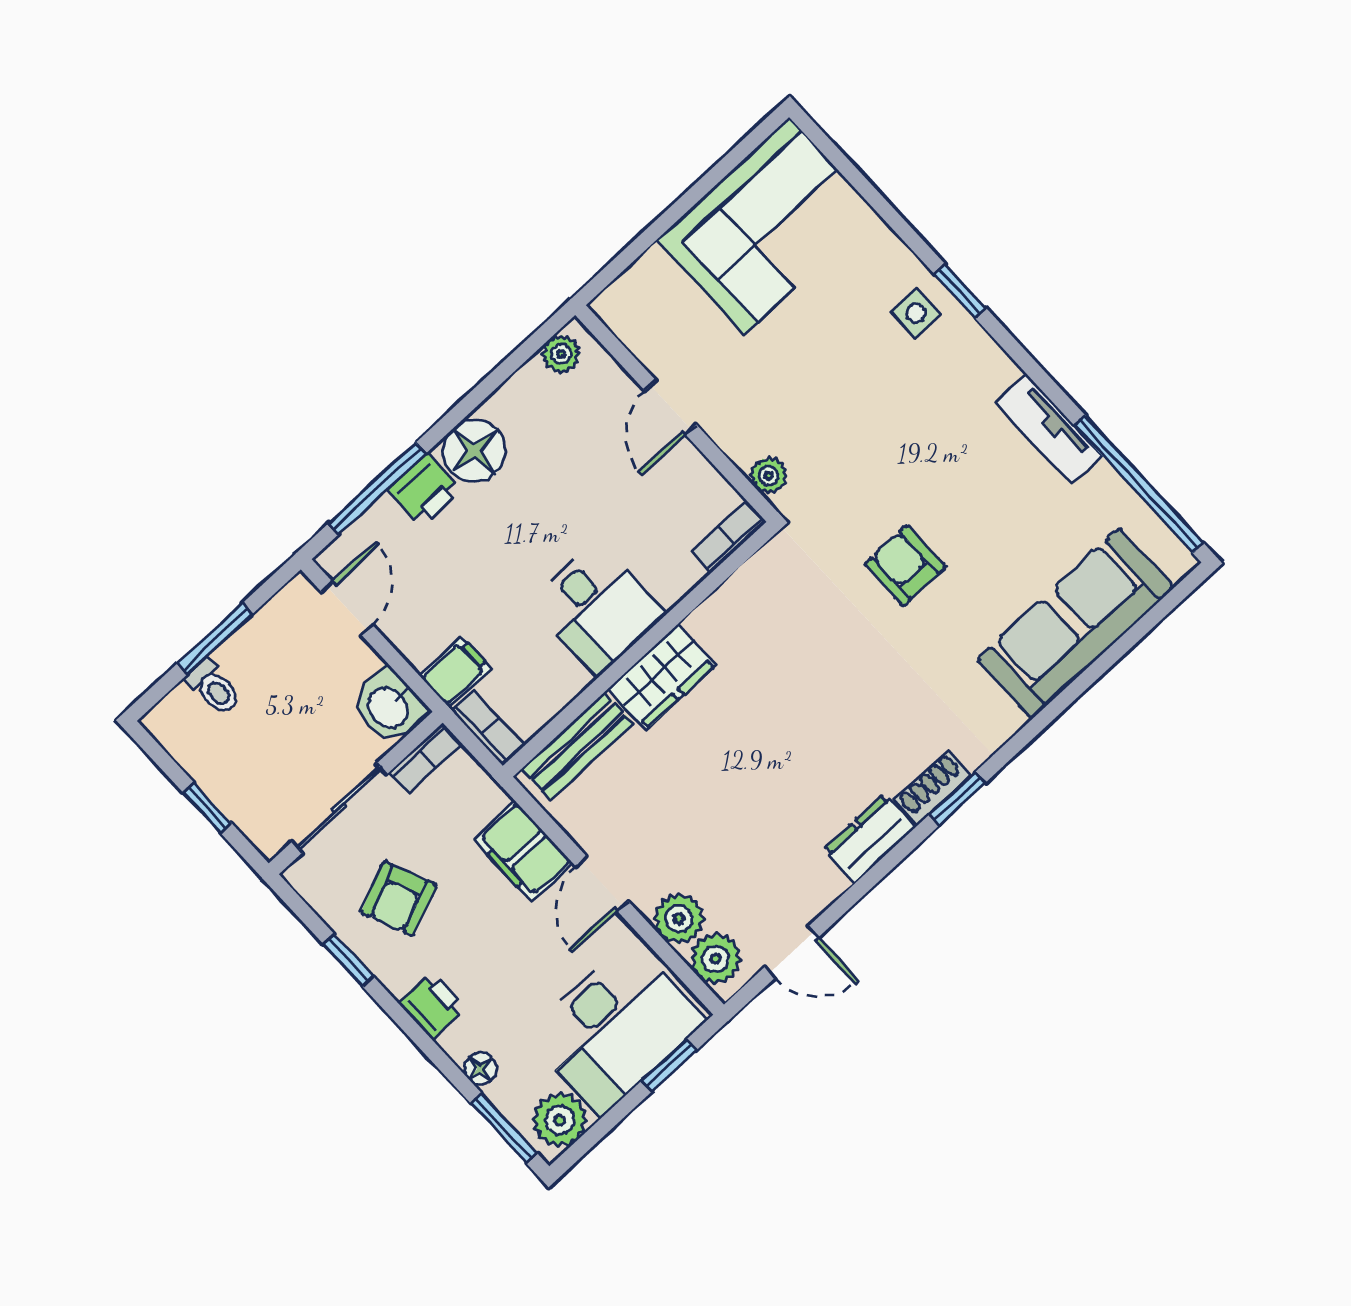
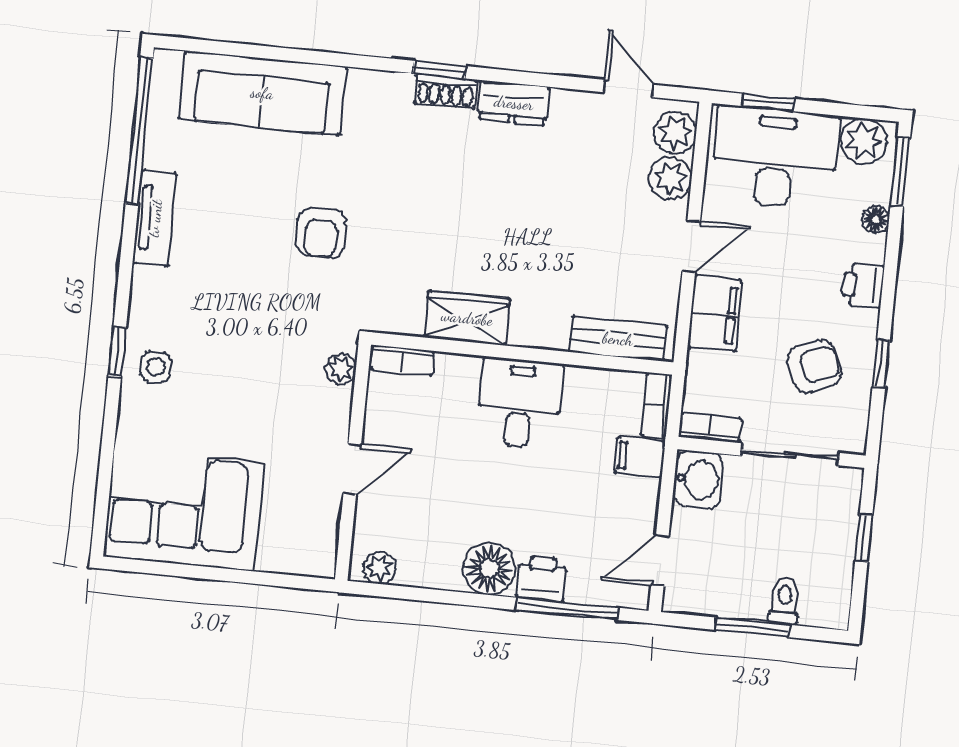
wardrobe: (662, 677) -> (467, 318), moved

